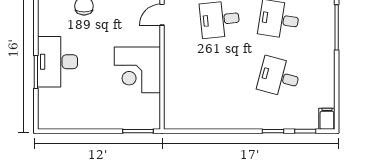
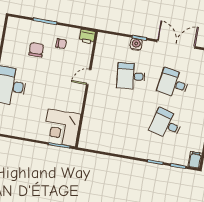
door: (162, 15) -> (89, 77), moved
corner desk: (137, 70) -> (62, 128), moved

